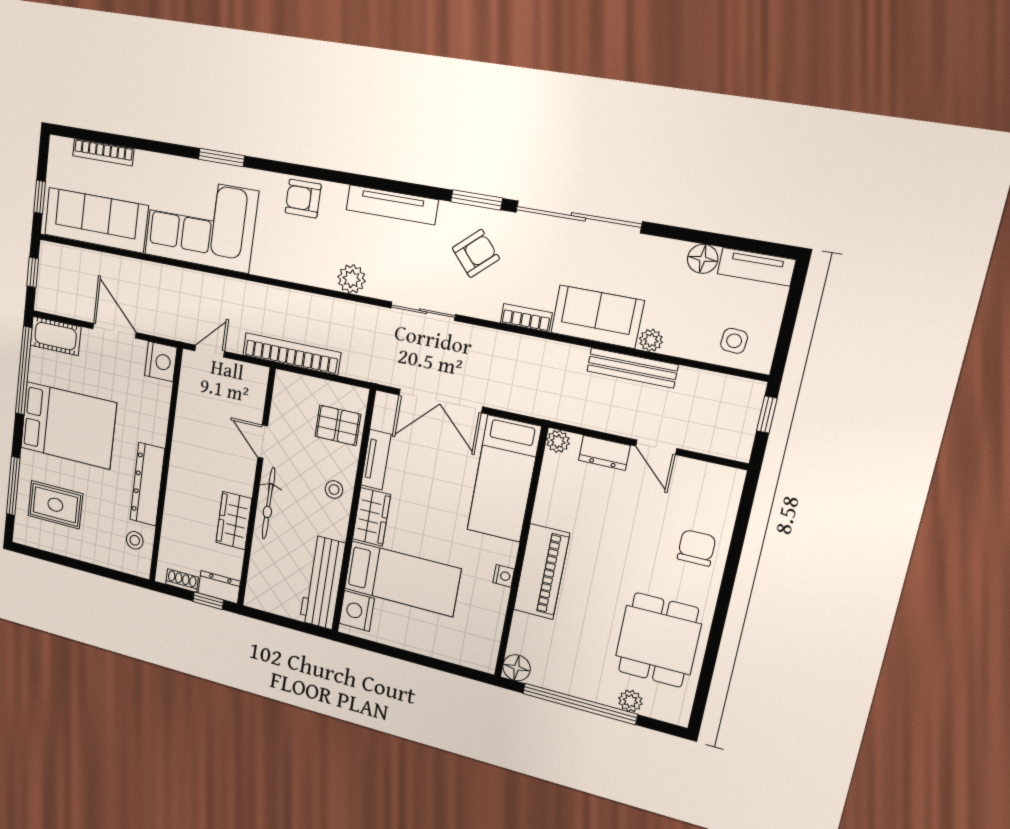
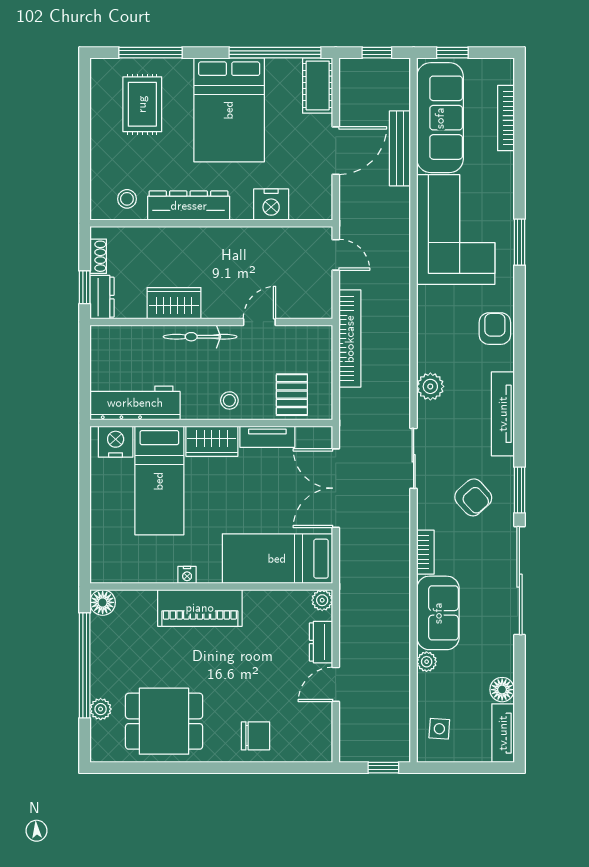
nightstand: (161, 362) -> (271, 205), moved
bench: (632, 368) -> (400, 148), moved

